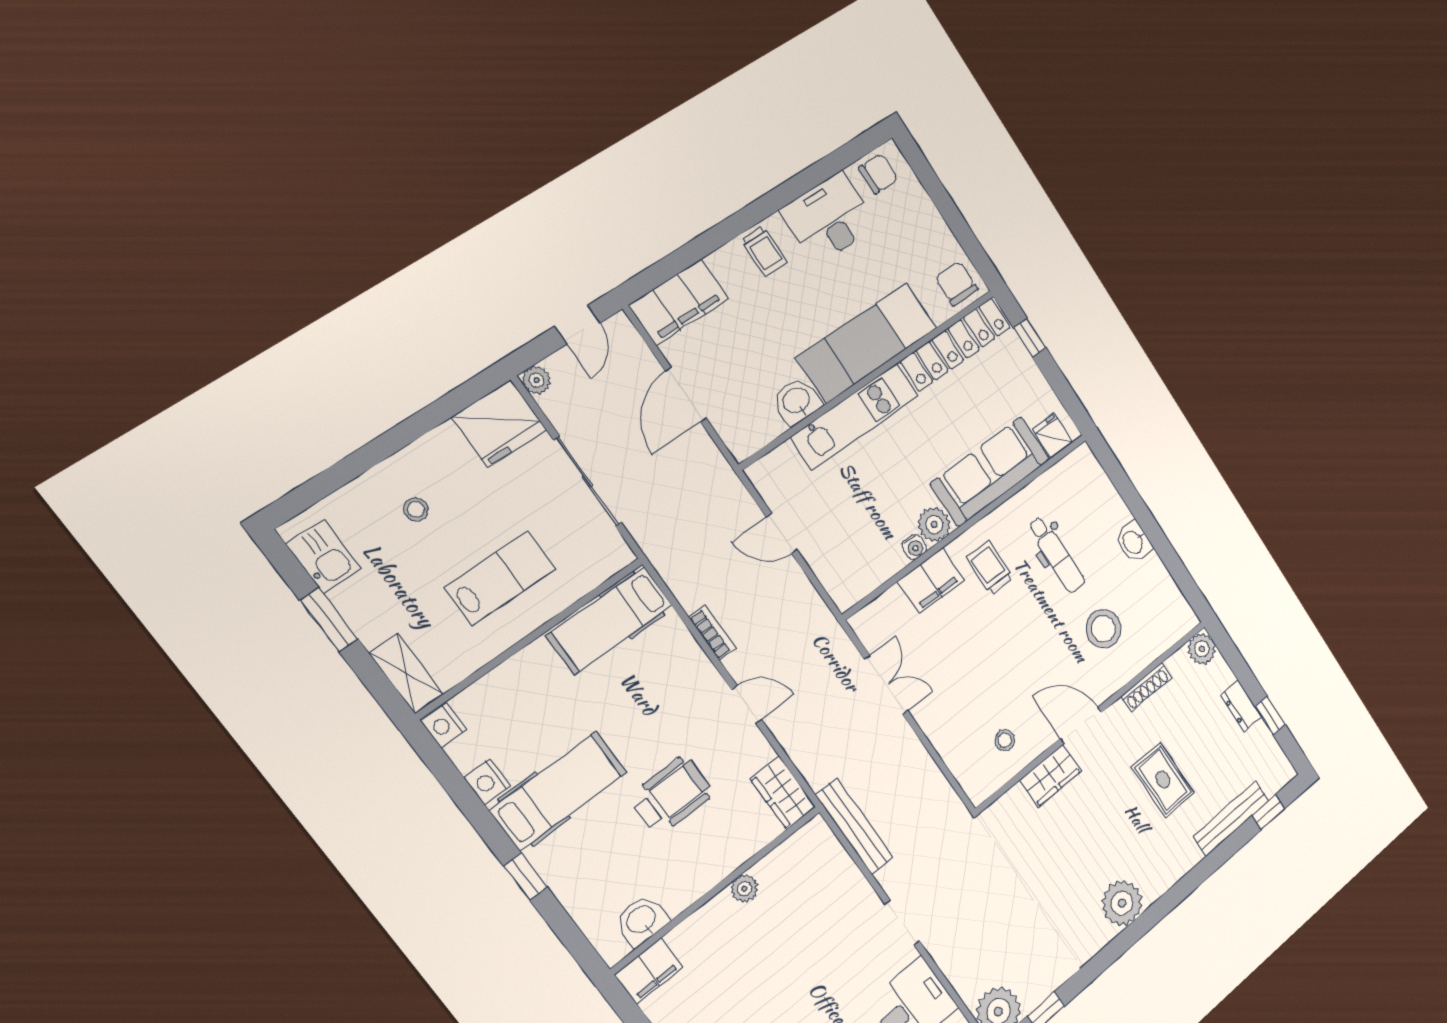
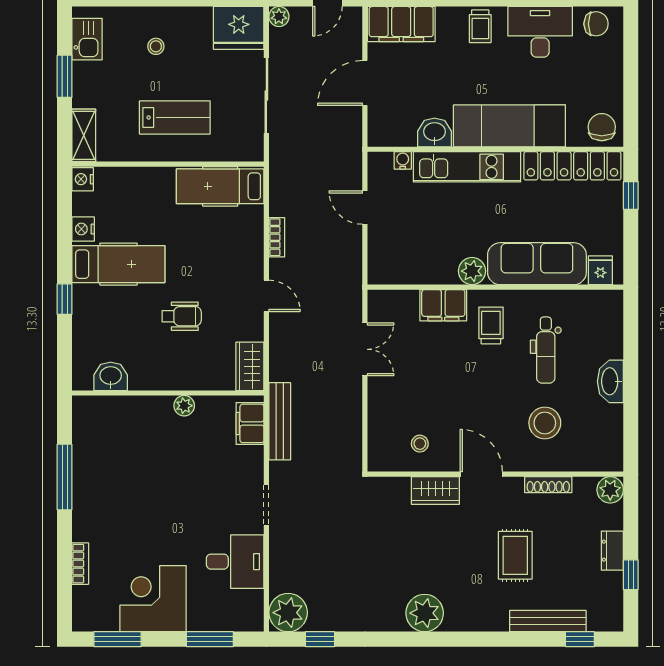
washbasin: (1134, 542) -> (610, 381), width x1.38
water cooler: (914, 547) -> (403, 160), moved, turned 180
wheelchair: (672, 795) -> (182, 316), width x0.73, depth x0.73
filing cabinet: (649, 971) -> (250, 423), moved, turned 90

